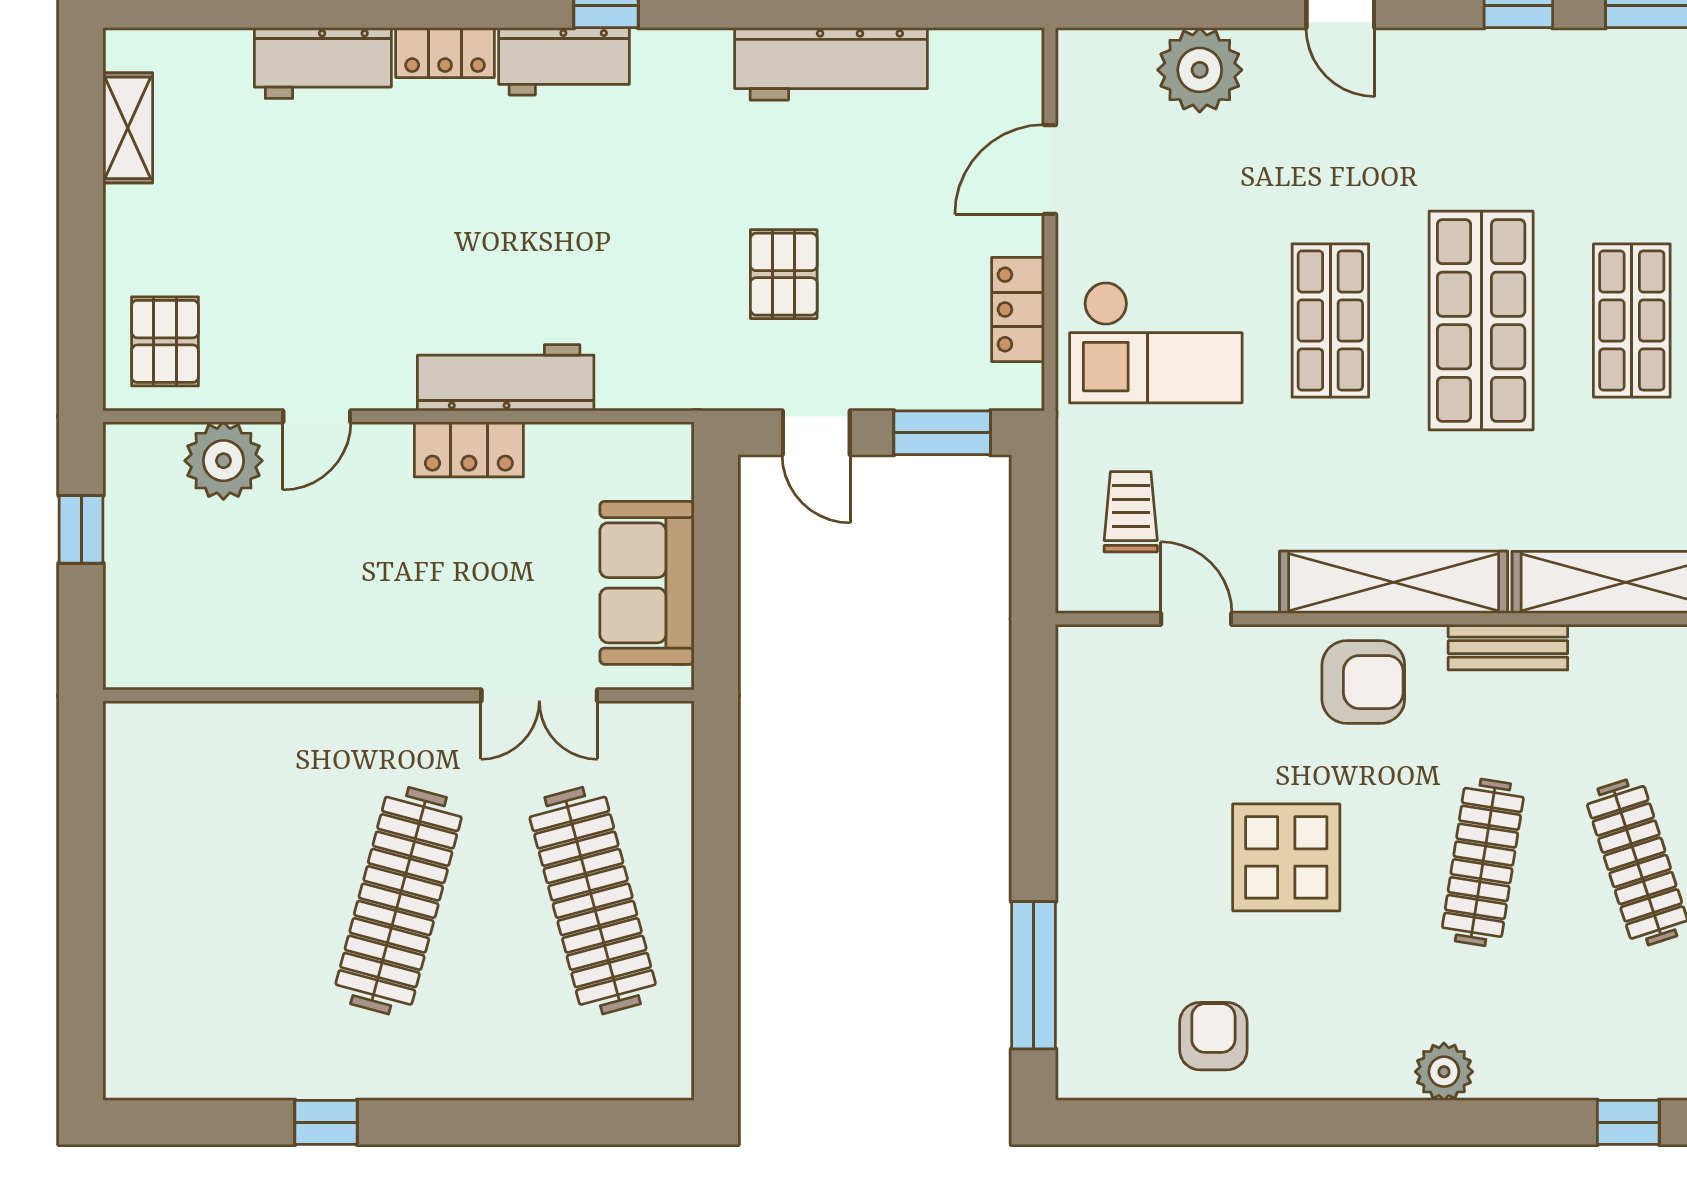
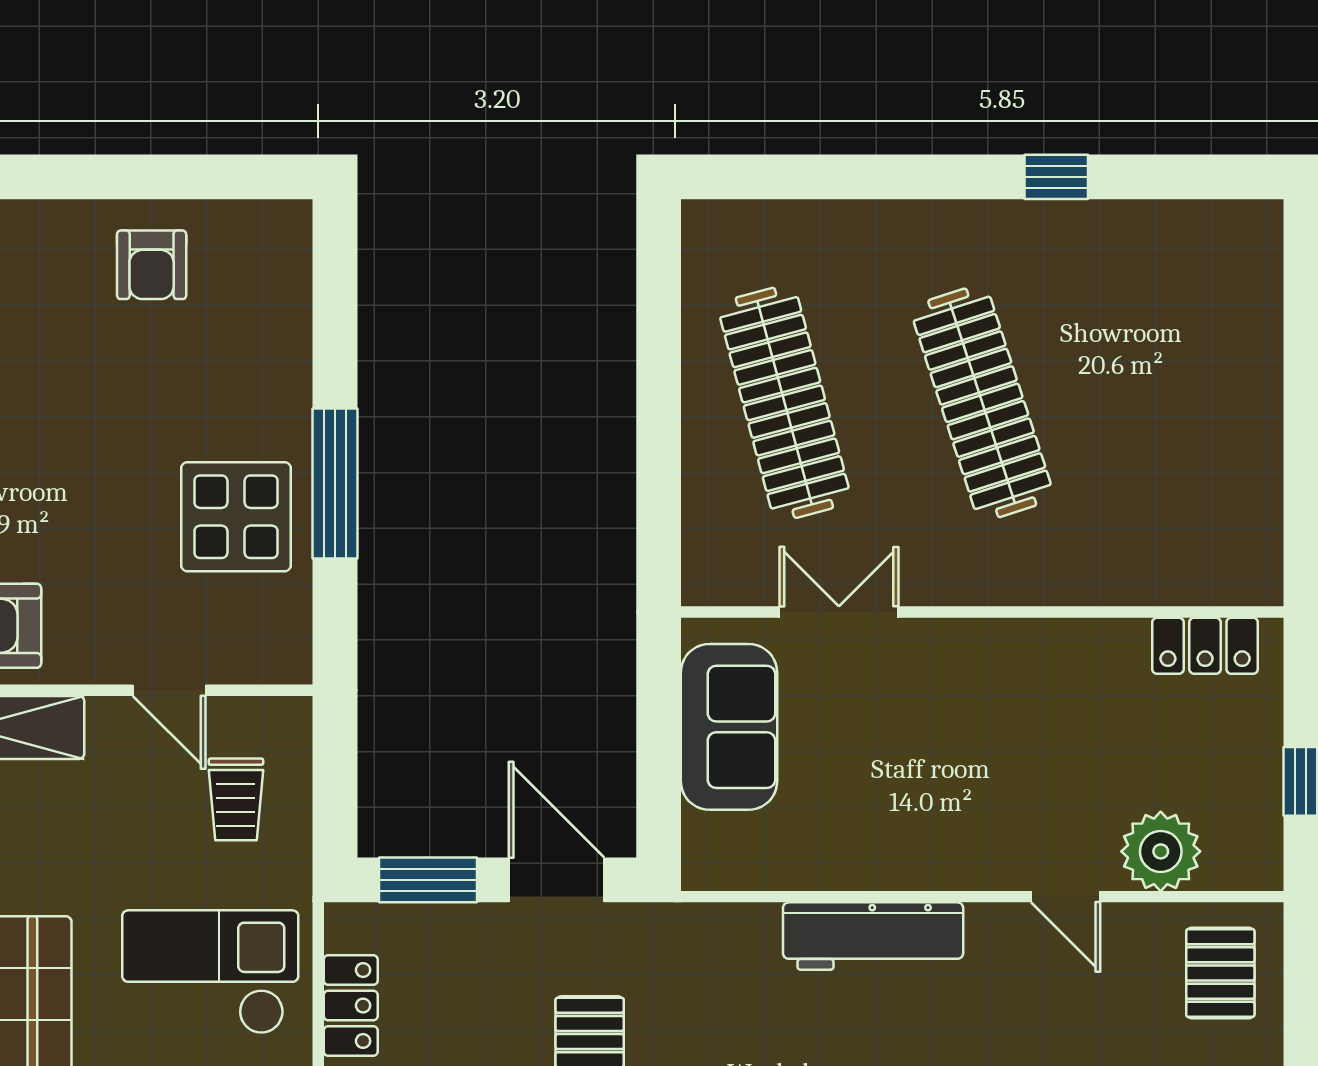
door: (317, 416) -> (1066, 897), swing flipped
door: (816, 433) -> (557, 880), width x1.38
locker: (469, 449) -> (1205, 646), moved, turned 180
display table: (1286, 857) -> (236, 517), moved
clothes rail: (399, 901) -> (982, 403), turned -33
window: (1034, 975) -> (335, 483), moved

